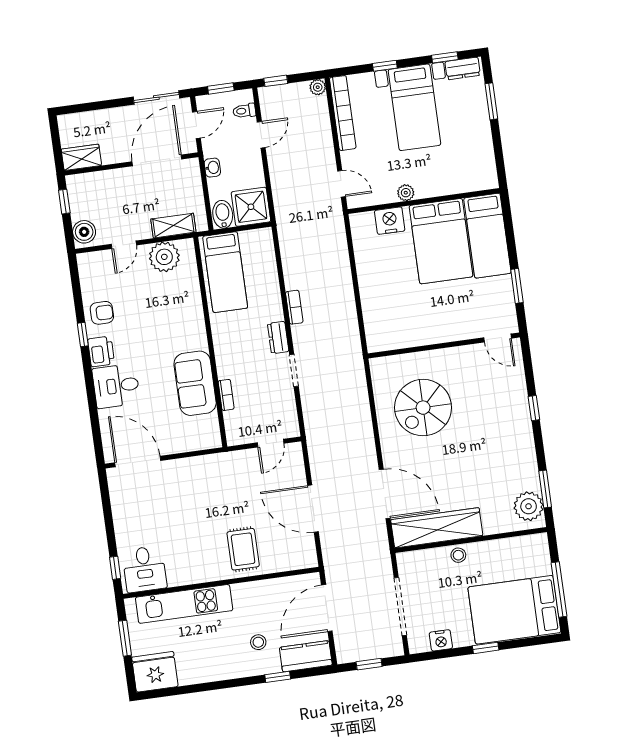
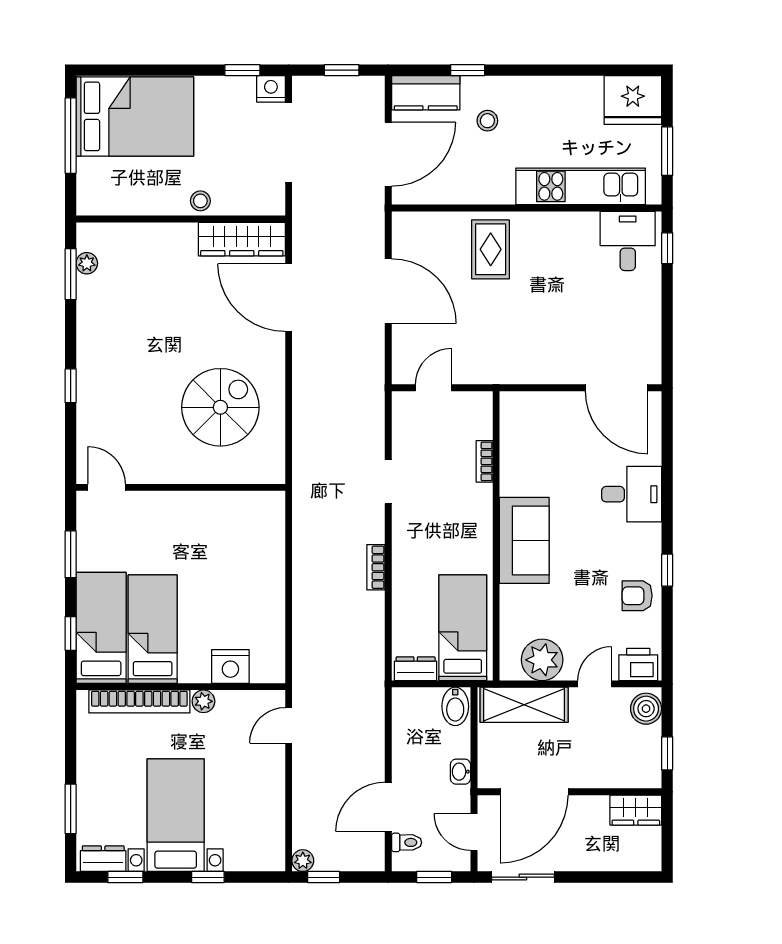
window: (276, 81) -> (324, 877), moved
bookcase: (343, 113) -> (139, 701), moved, turned -90
door: (196, 125) -> (474, 832), hinge flipped
door: (261, 135) -> (388, 807), width x1.38
door: (342, 184) -> (289, 725), hinge flipped
shower: (251, 207) -> (416, 711), removed
shelving: (173, 226) -> (524, 705), width x1.50, depth x1.33
window: (509, 229) -> (71, 633), added
bed: (441, 241) -> (153, 629), width x0.67
dresser: (278, 338) -> (416, 669), moved, turned -90
printer: (101, 351) -> (638, 664), moved, turned 90
sofa: (195, 383) -> (524, 540), moved
plant: (529, 506) -> (87, 263), width x0.53, depth x0.53
wardrobe: (437, 528) -> (242, 239), width x0.71, depth x0.85
nightstand: (441, 640) -> (271, 89), moved
window: (486, 648) -> (242, 70), moved

